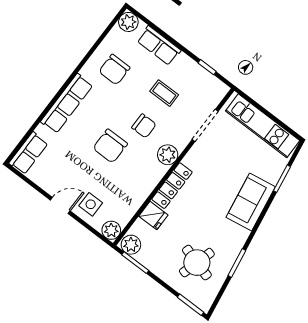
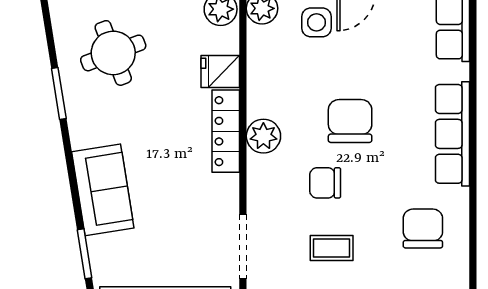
plant: (168, 155) -> (263, 136), moved
round table: (197, 263) -> (113, 53), turned -37

